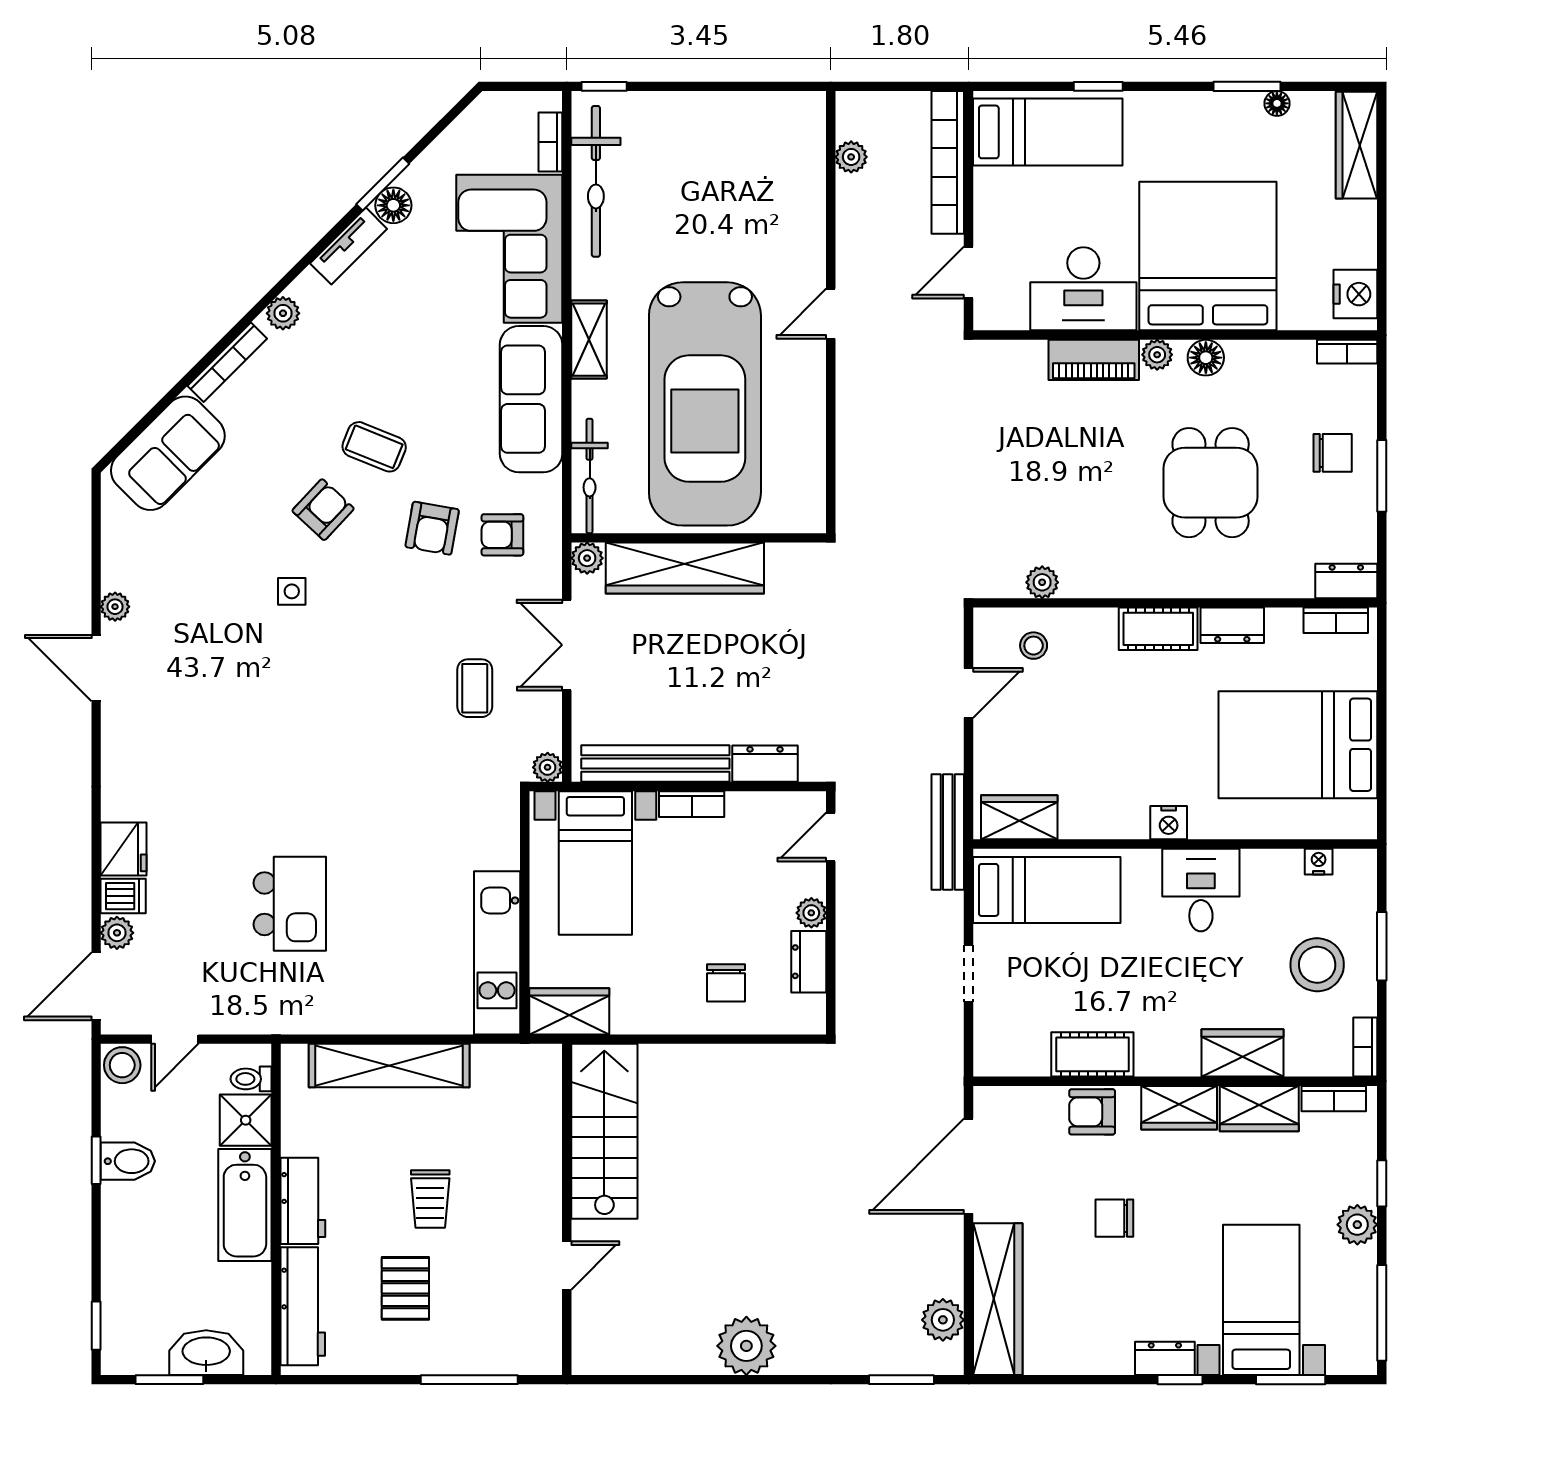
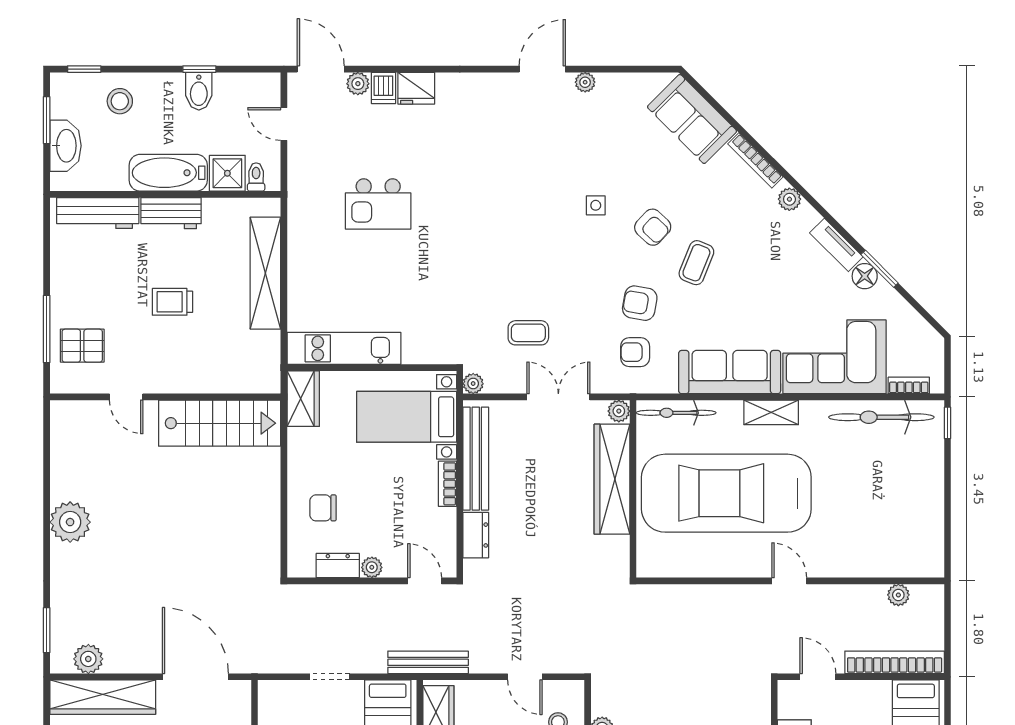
armchair: (502, 535) -> (635, 352), turned -90
stool: (122, 1065) -> (120, 101), moved
pallet: (405, 1288) -> (82, 346), moved

